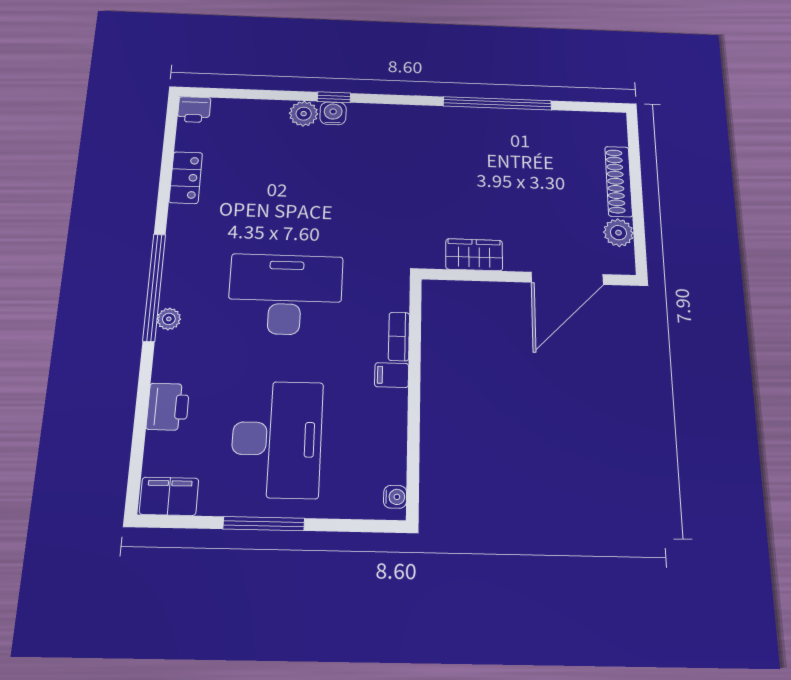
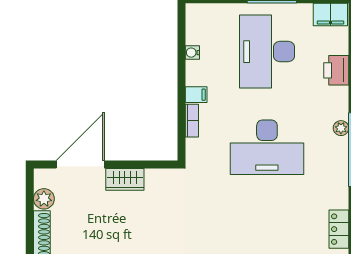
wardrobe: (474, 255) -> (125, 179), moved
water cooler: (395, 497) -> (192, 53), moved

